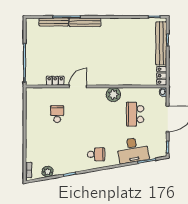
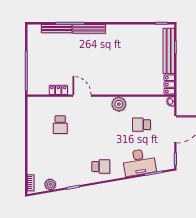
door: (78, 86) -> (82, 96), hinge flipped
school desk: (57, 114) -> (60, 125), turned 180
school desk: (135, 114) -> (141, 125), width x0.54

